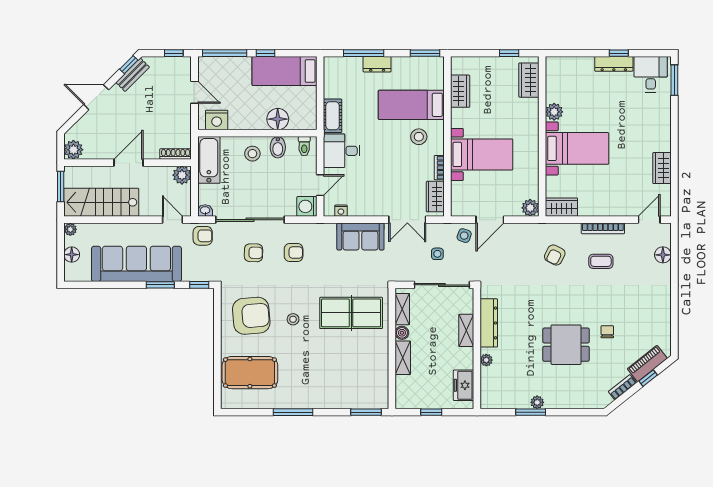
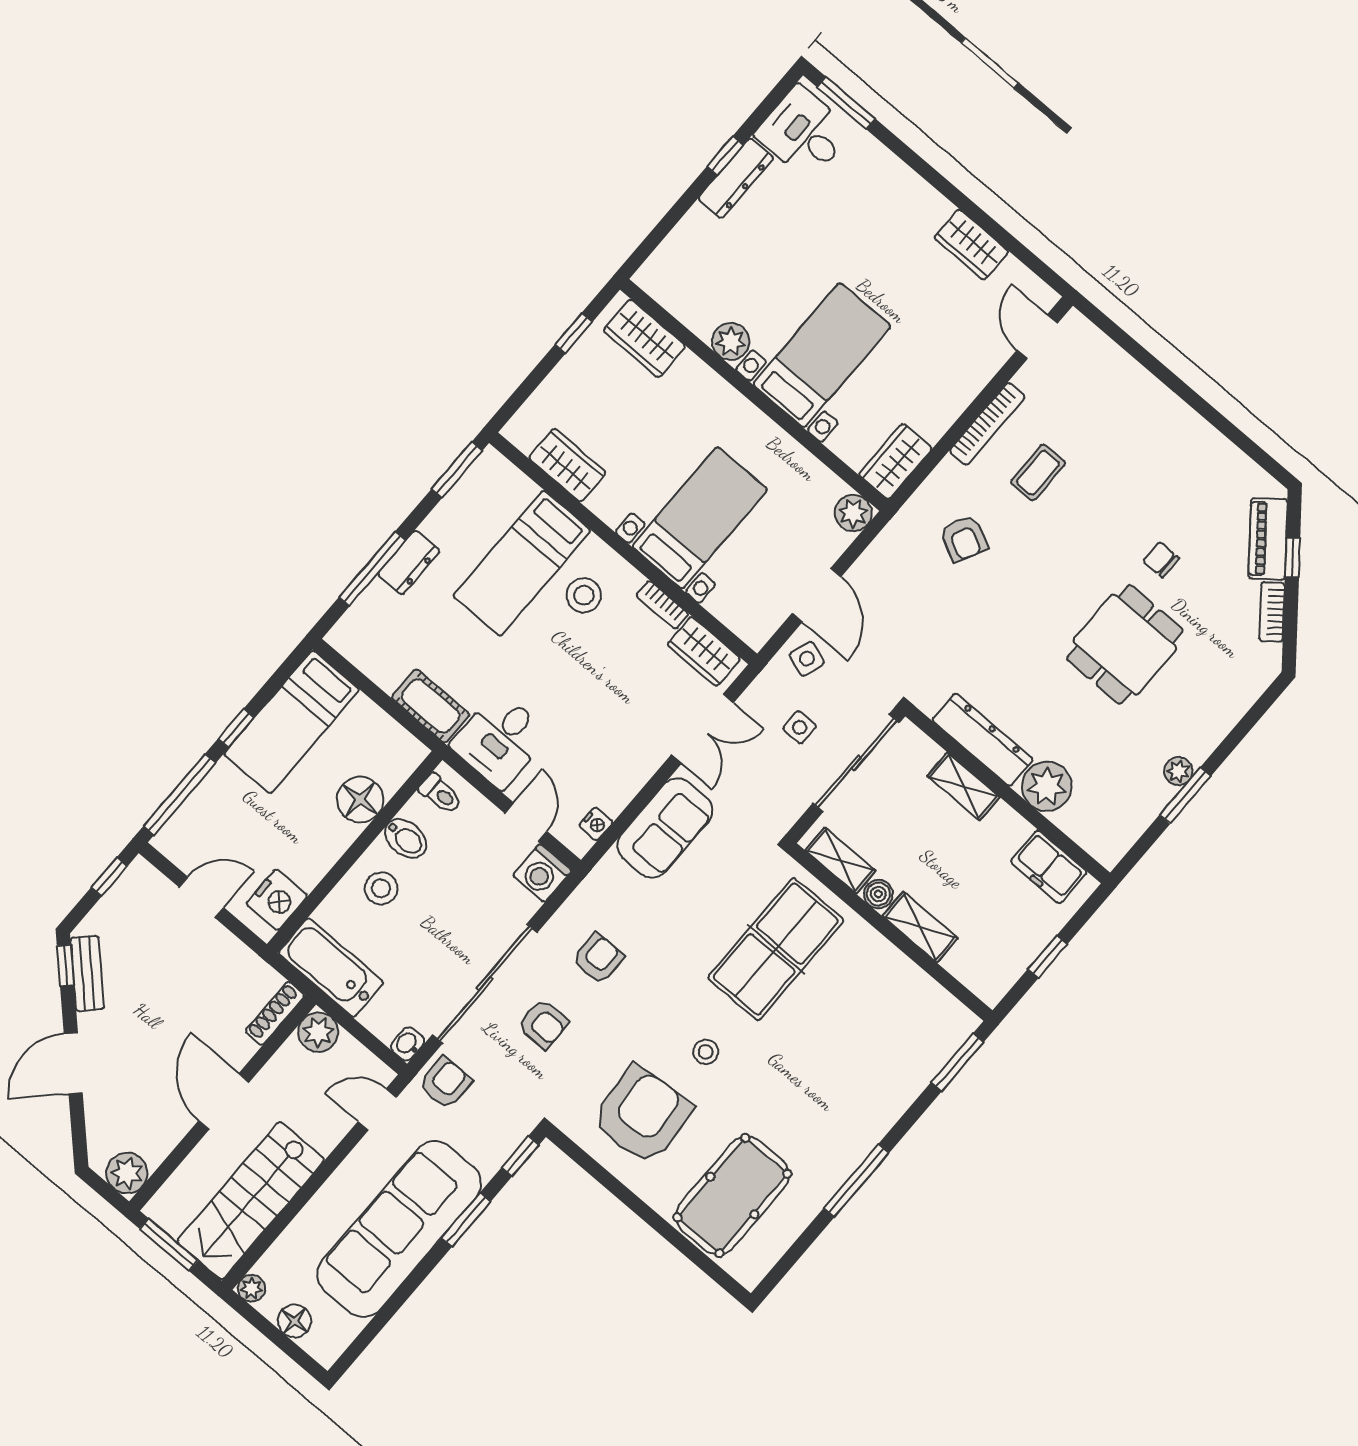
armchair: (253, 253) -> (543, 1024), turned 89
floor lamp: (663, 255) -> (1113, 363), removed
plant: (486, 360) -> (1047, 786), width x1.88, depth x1.88

